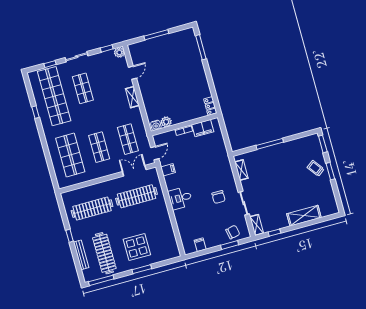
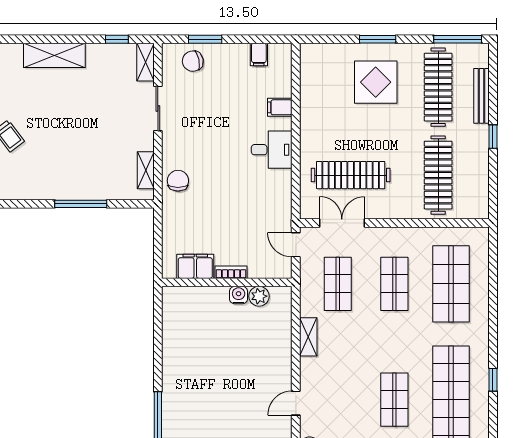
shelving: (132, 97) -> (308, 337), moved
locker: (210, 106) -> (170, 303), removed
water cooler: (156, 125) -> (239, 295), moved
door: (155, 153) -> (296, 245), hinge flipped
filing cabinet: (168, 170) -> (280, 107), moved
double door: (134, 171) -> (342, 223), swing flipped
chair: (219, 197) -> (178, 181), moved
clothes rail: (92, 209) -> (438, 175), turned 90

